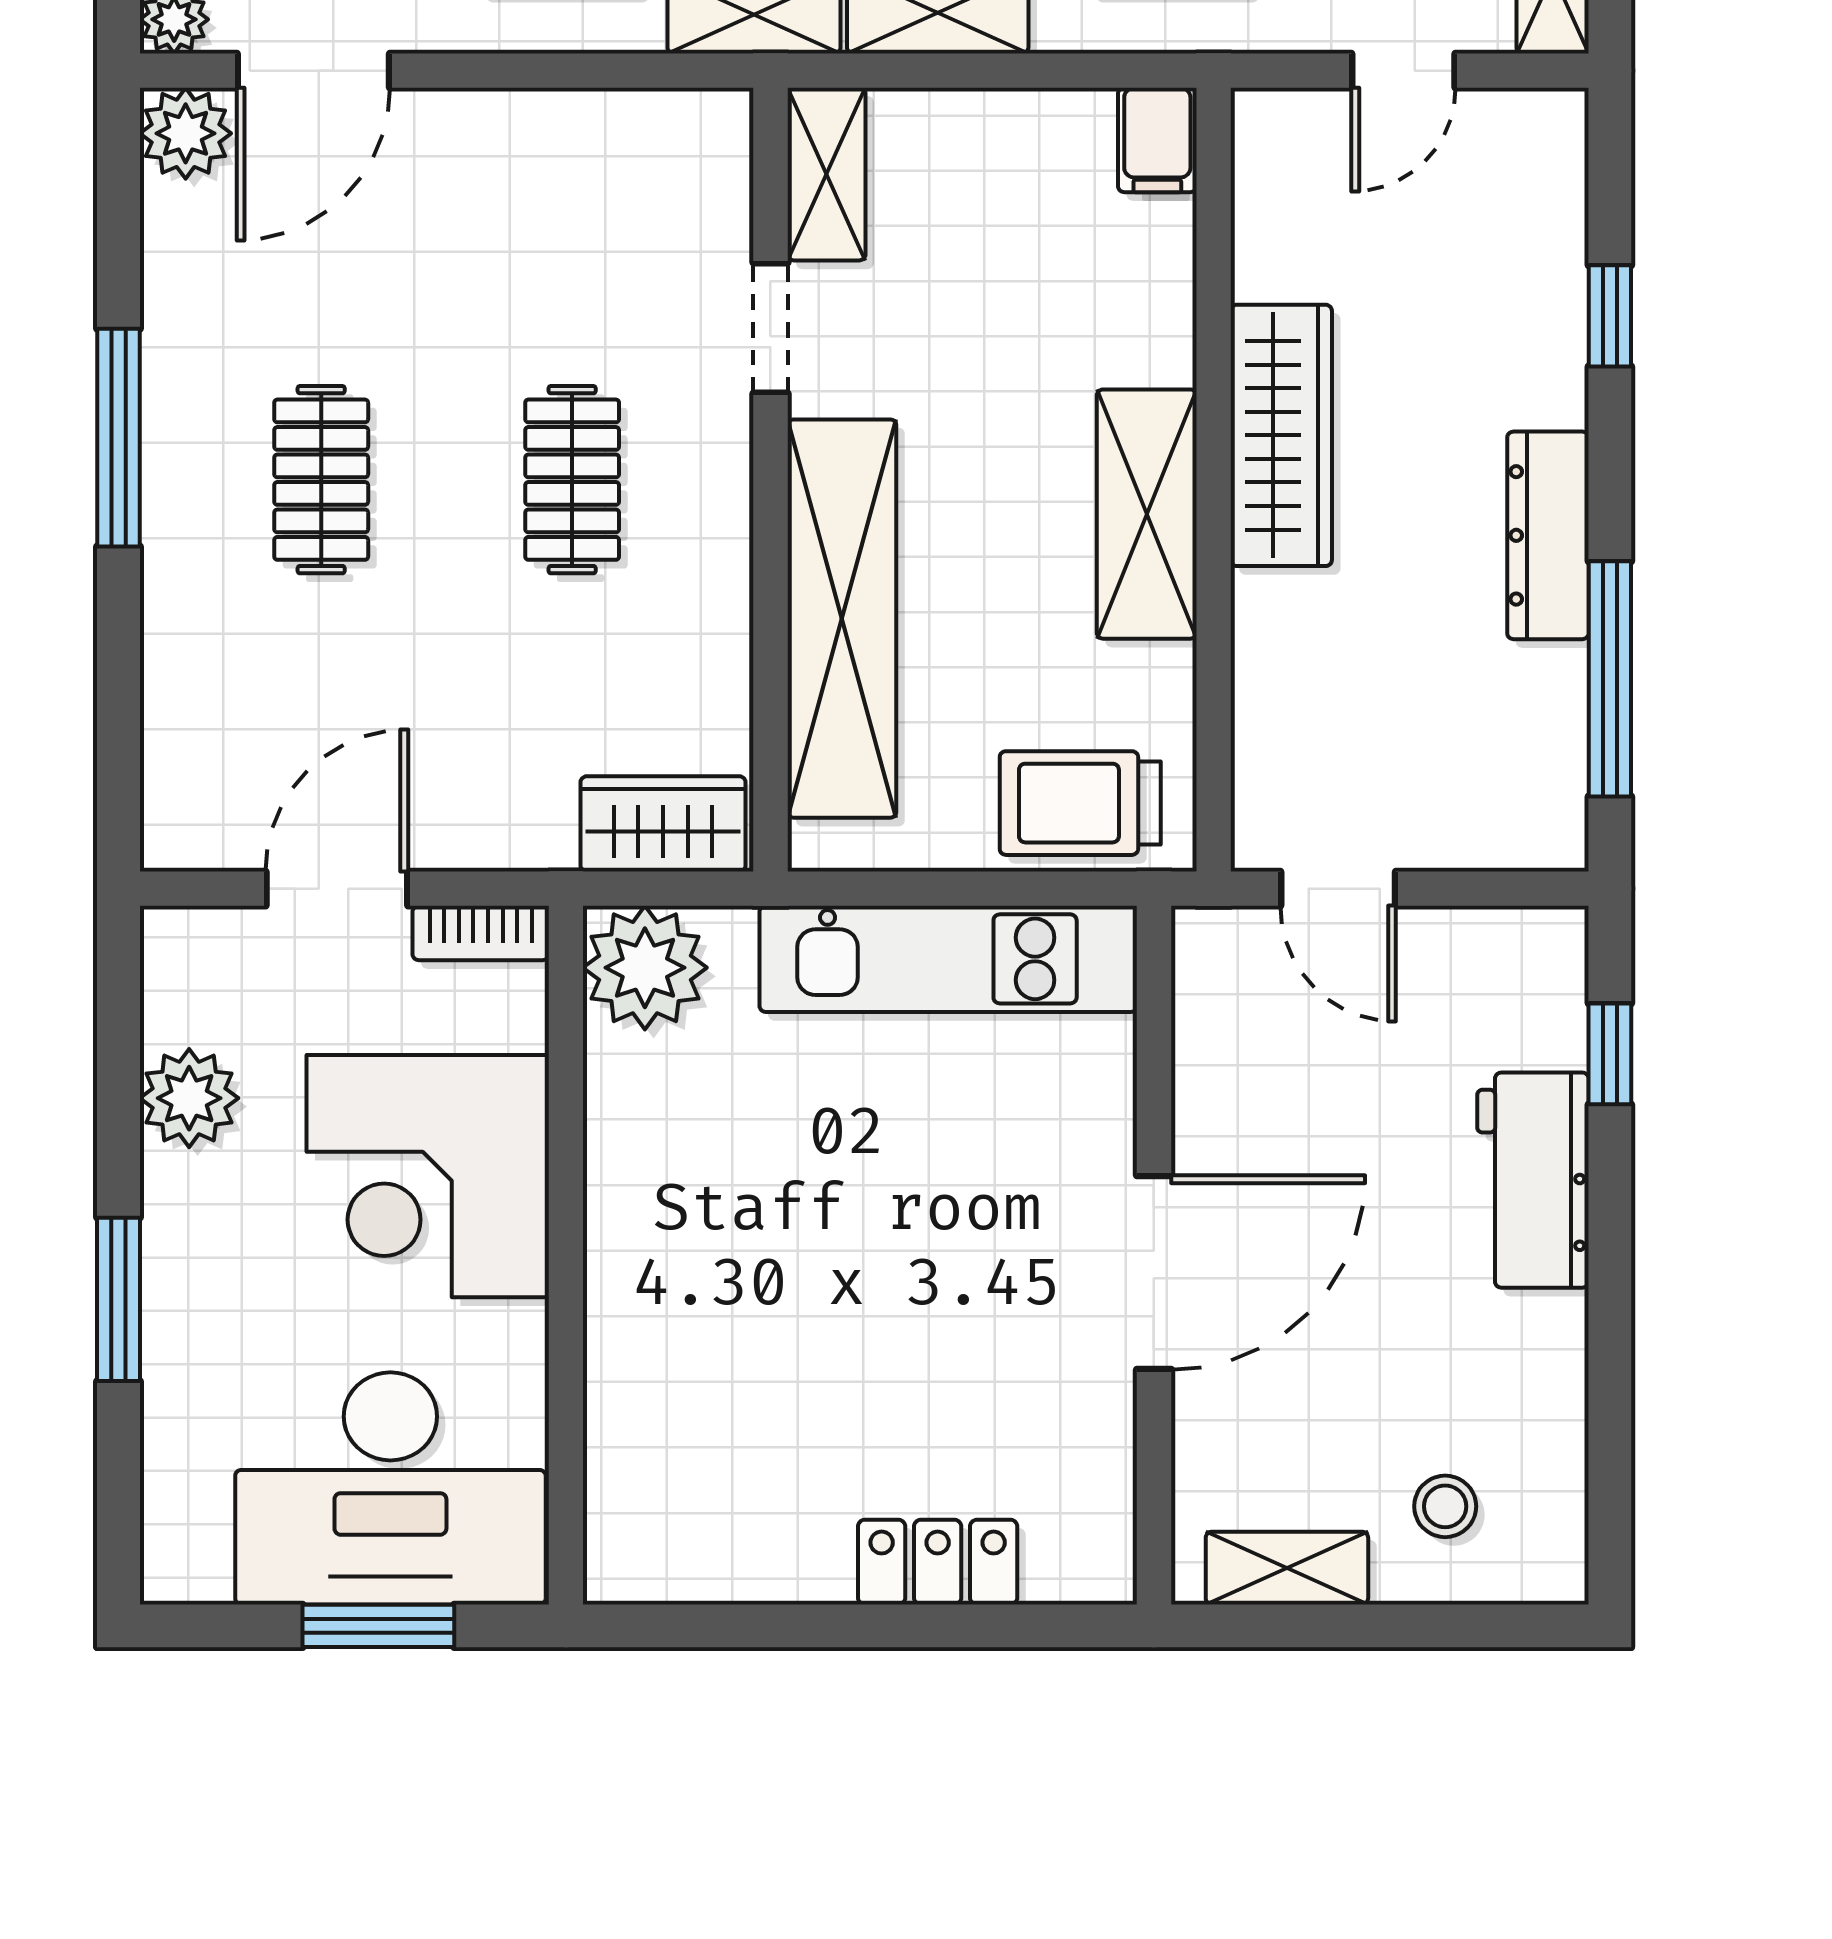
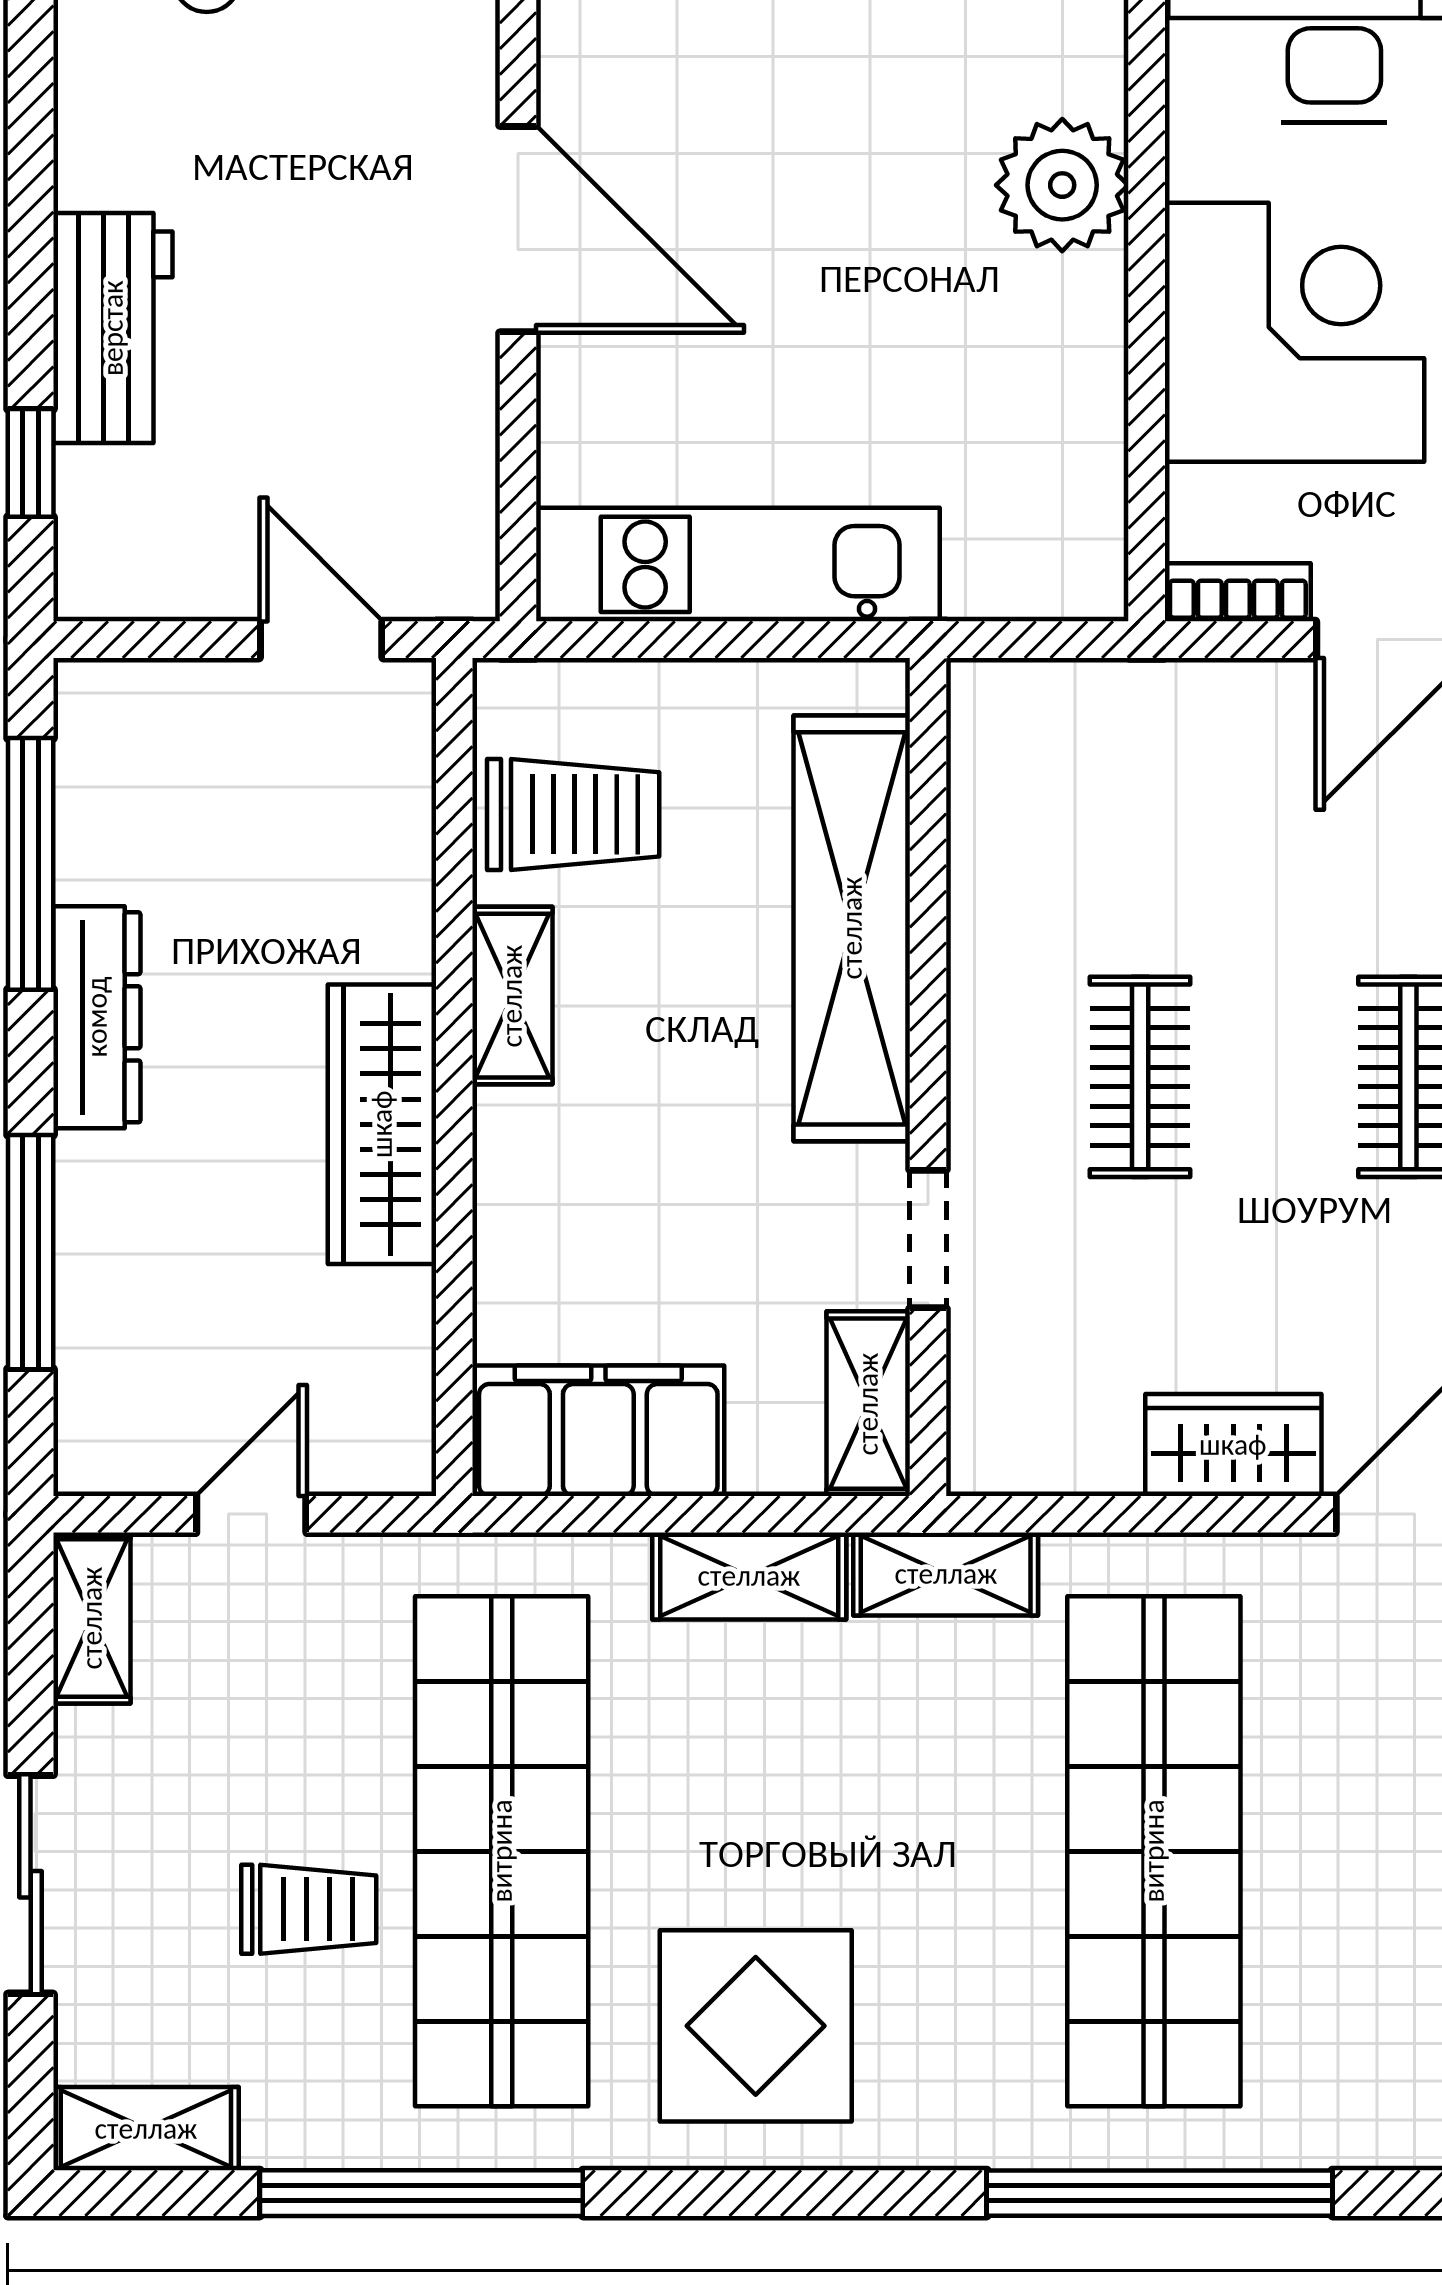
filing cabinet: (1157, 140) -> (598, 1431), width x3.00, depth x1.17
window: (1610, 316) -> (31, 1252), width x2.17
shelving: (1147, 514) -> (512, 996), width x0.67, depth x0.75
trolley: (1080, 803) -> (573, 814), moved
wardrobe: (663, 824) -> (1233, 1445), moved, turned 180
plant: (645, 968) -> (1062, 185), moved
door: (1154, 1273) -> (518, 229), swing flipped

